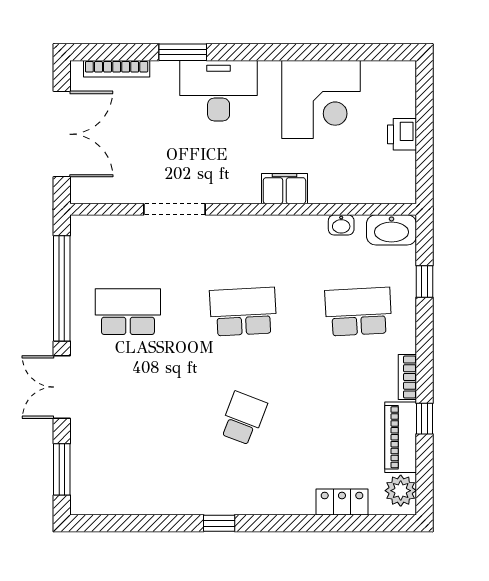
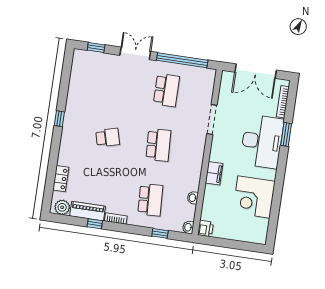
desk: (219, 91) -> (262, 141), width x1.36, depth x1.30
printer: (402, 134) -> (205, 228), moved, turned 90
washbasin: (392, 230) -> (188, 227), width x0.52, depth x0.69
school desk: (243, 418) -> (108, 137), turned -36
window: (62, 469) -> (96, 48), width x0.67

